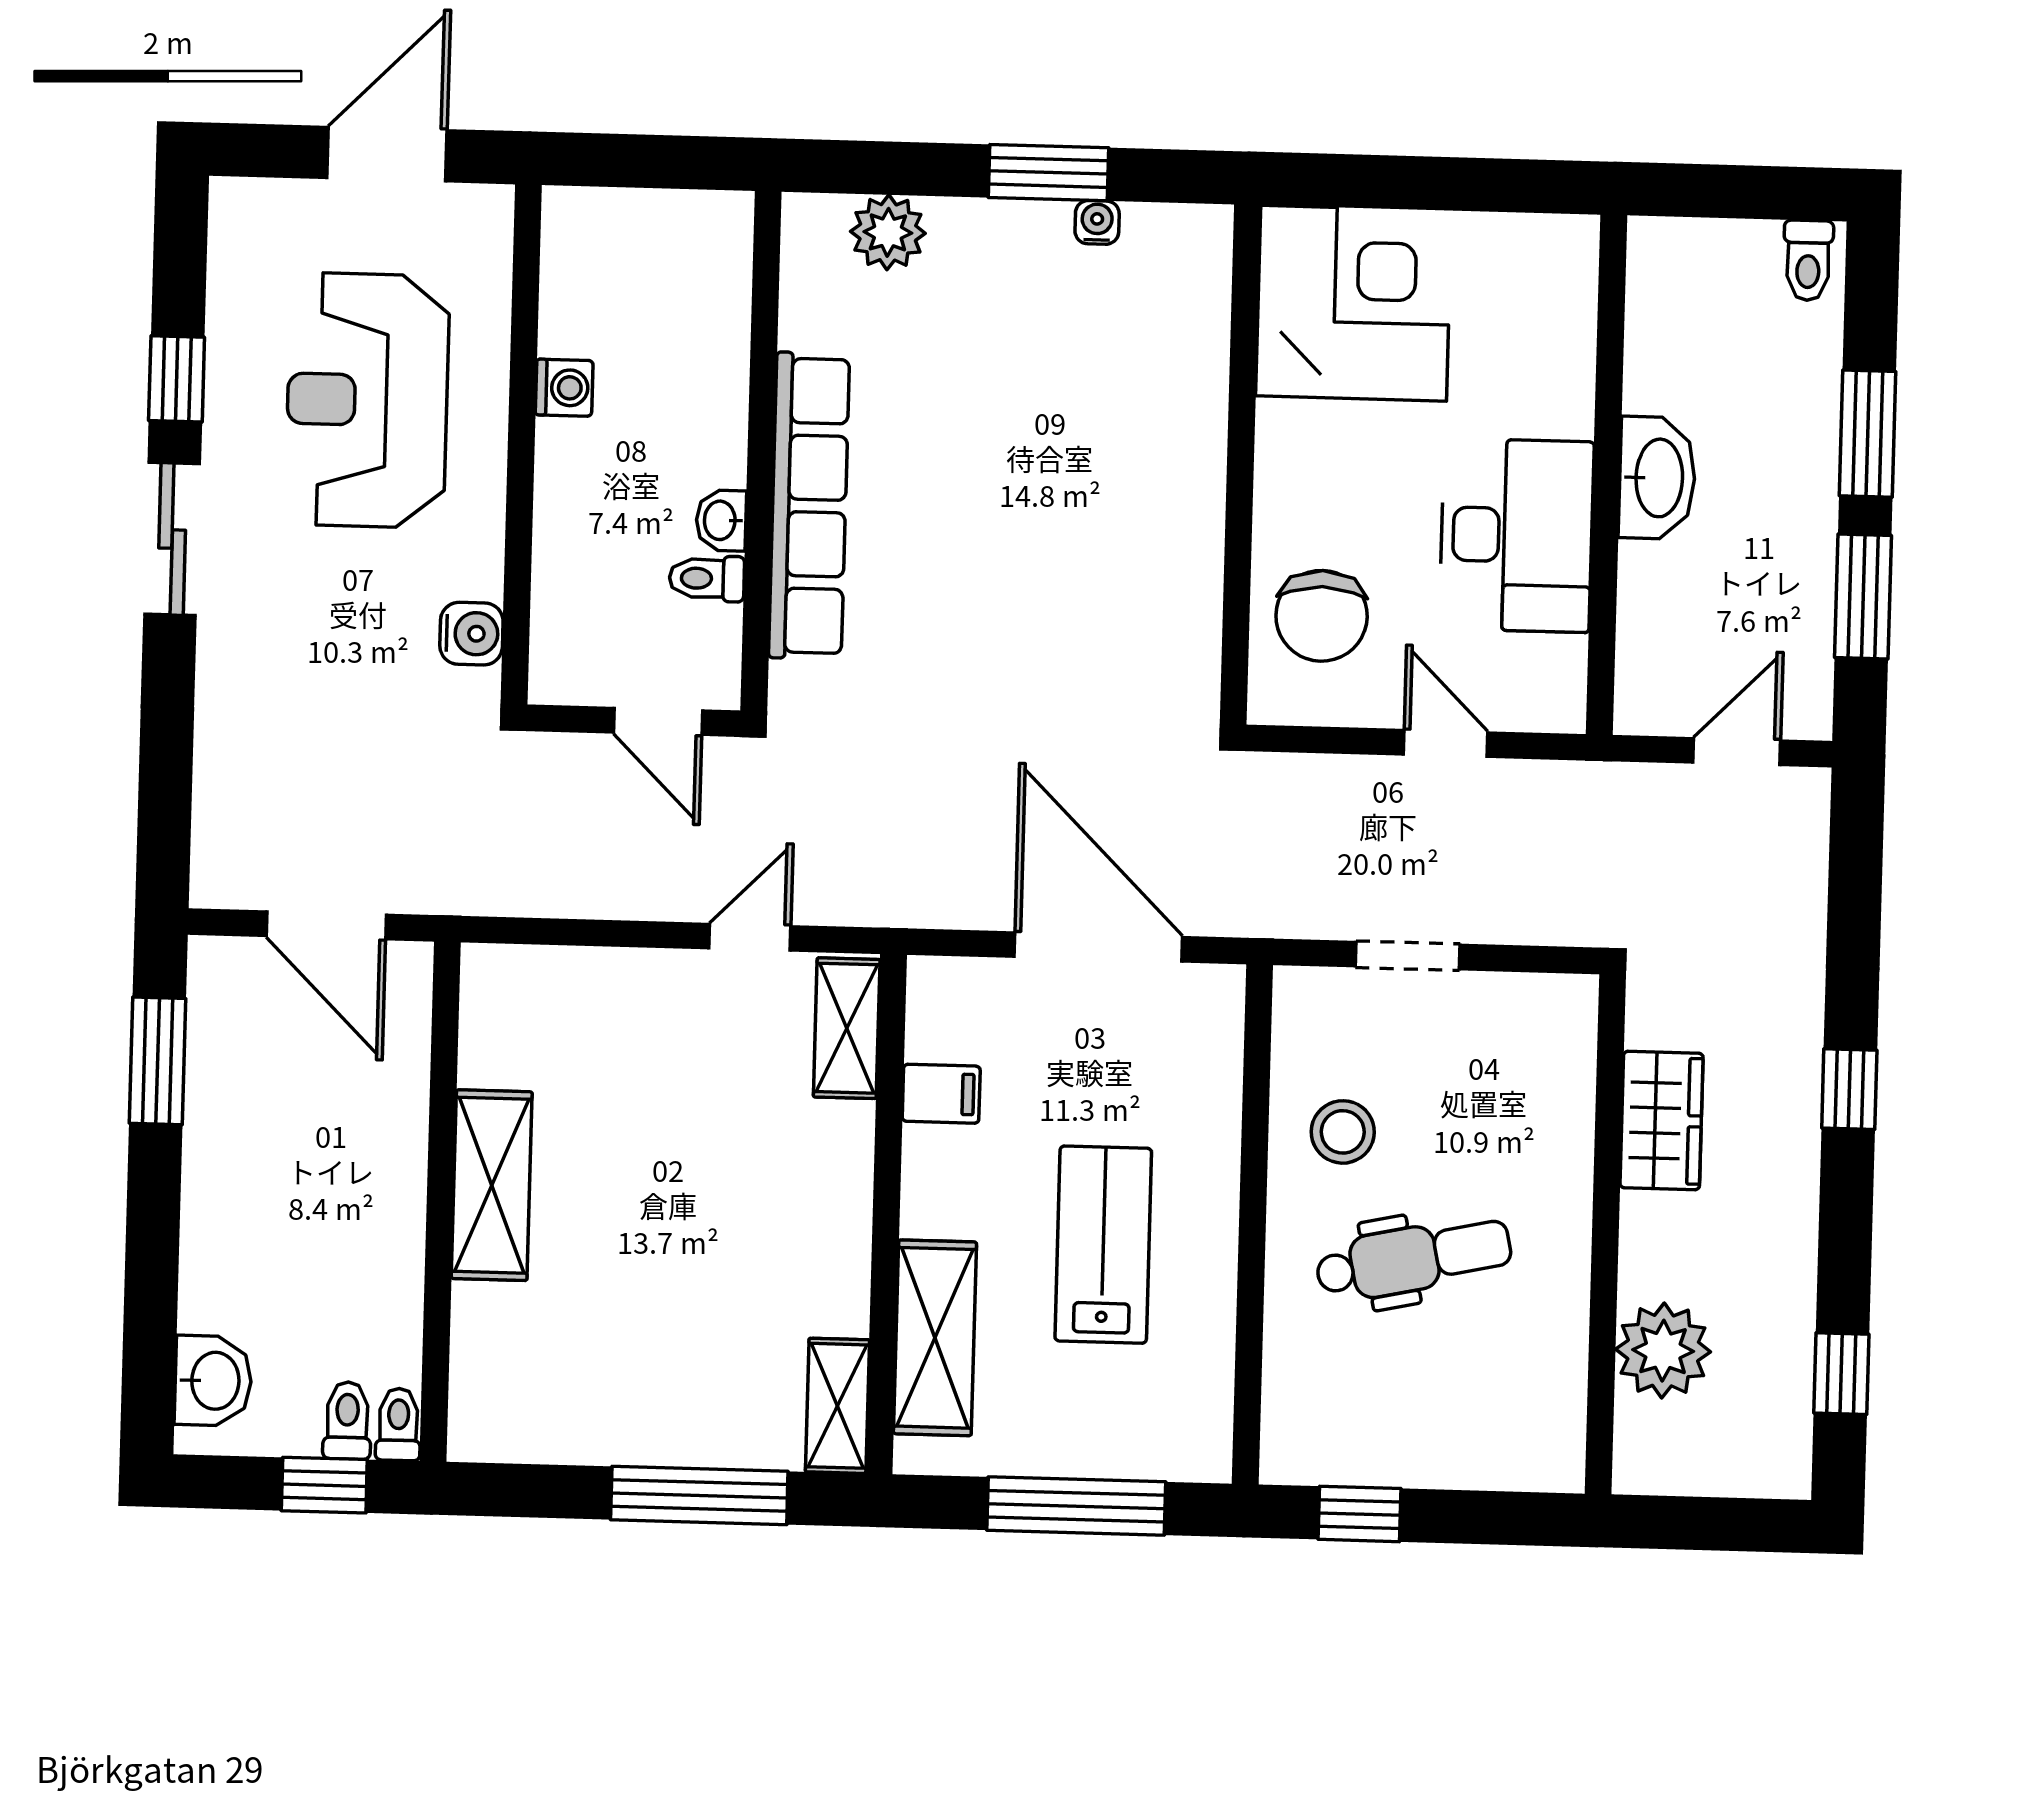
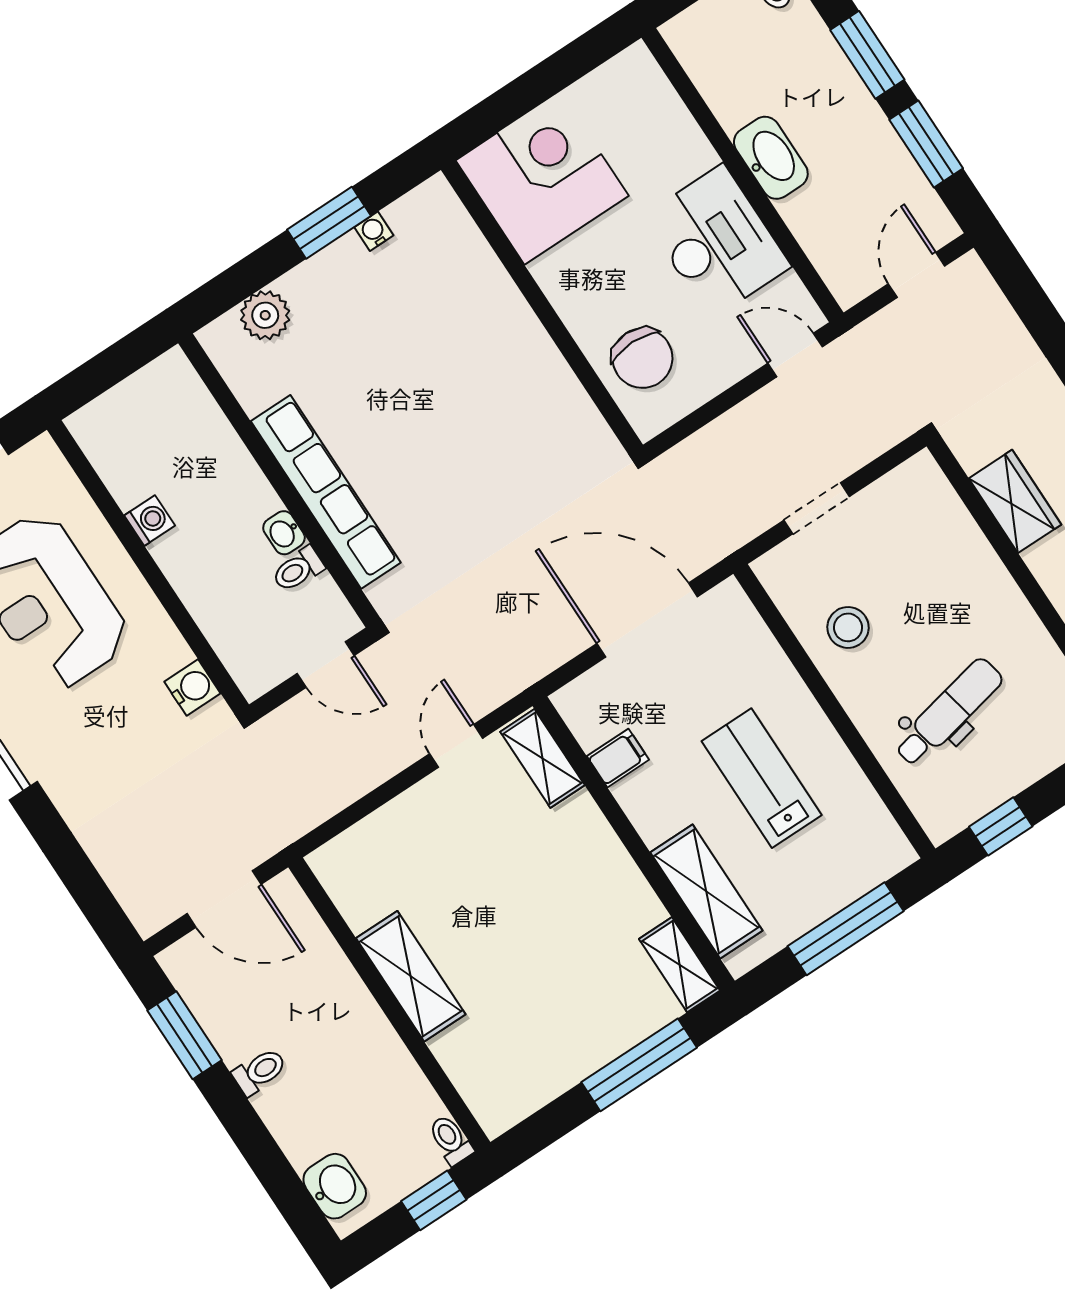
door: (1446, 743) -> (795, 355), moved
dental chair: (1413, 1259) -> (949, 712), moved
toilet: (347, 1421) -> (260, 1071), moved, turned 90

